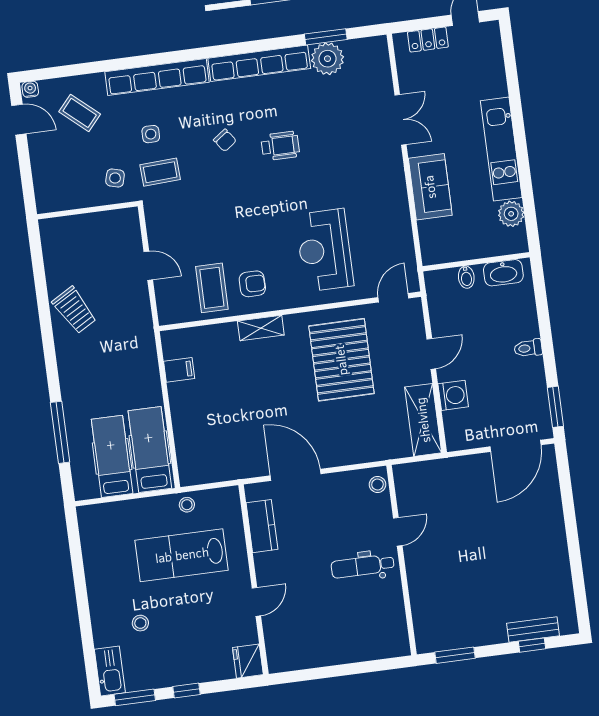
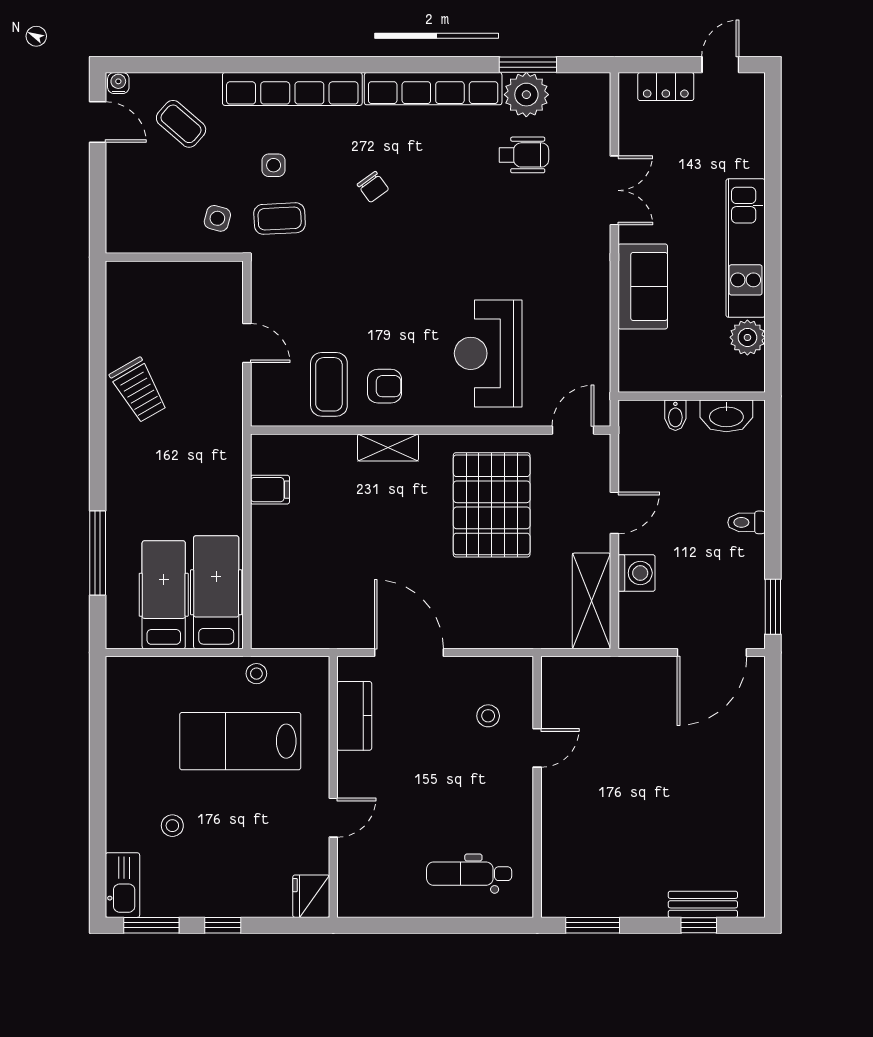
wheelchair: (280, 146) -> (524, 155), moved
stool: (377, 485) -> (488, 716), moved
dental chair: (363, 566) -> (469, 874), moved

